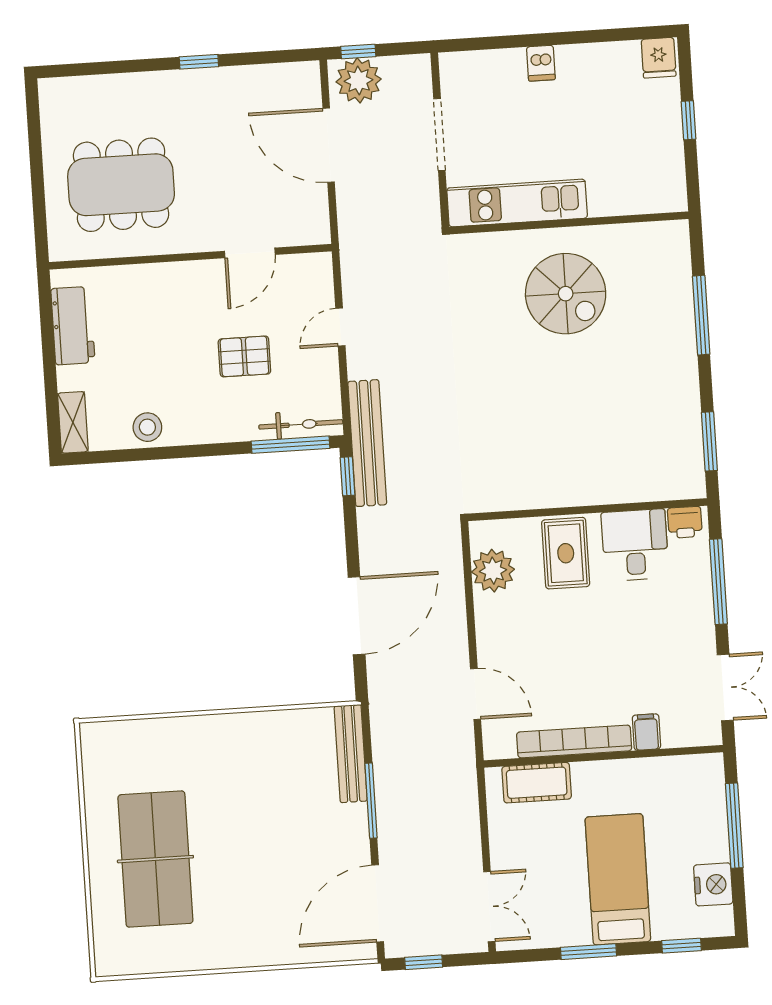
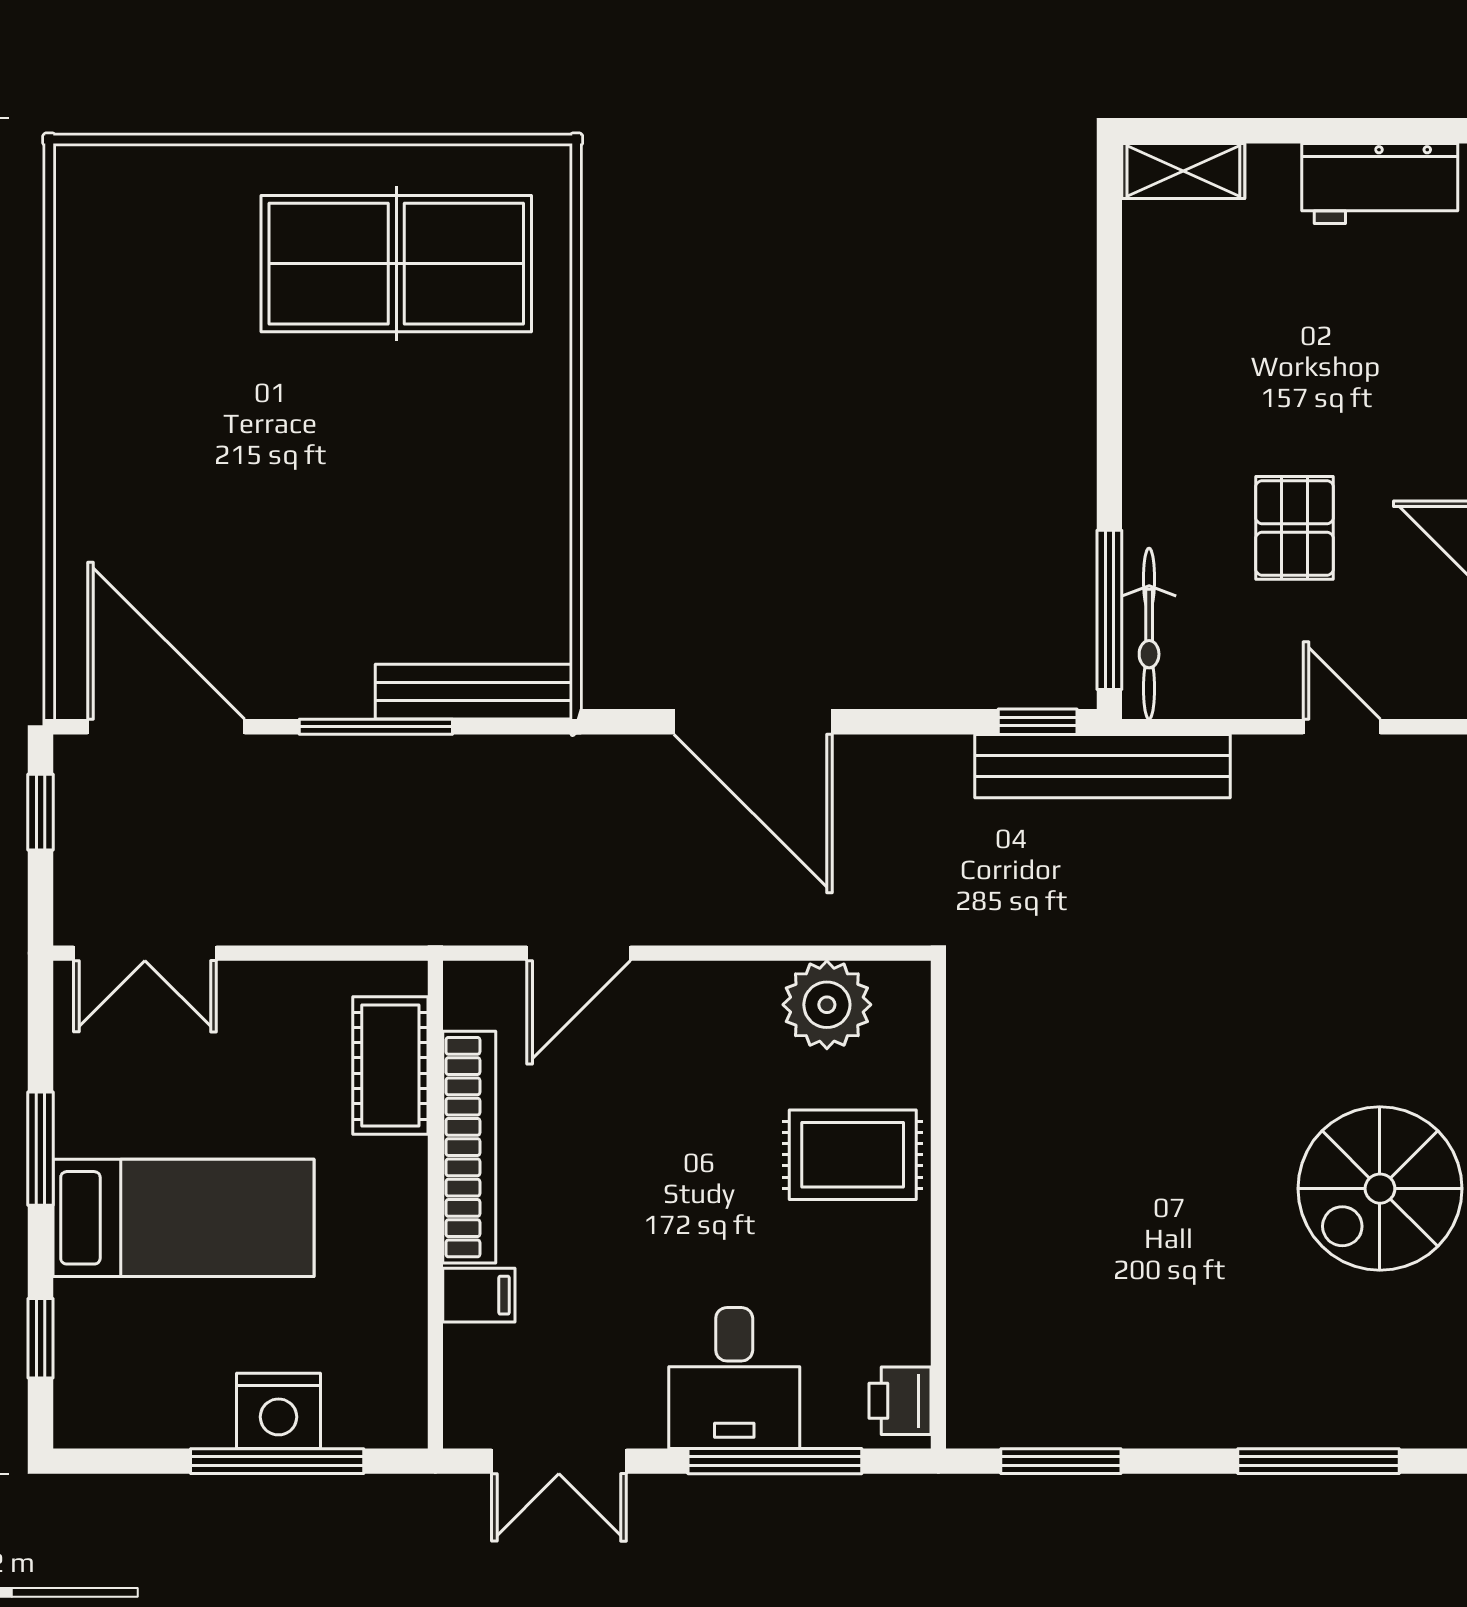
stool: (147, 427) -> (1164, 322), removed
desk: (635, 545) -> (734, 1378), moved, turned 90
table tennis table: (155, 859) -> (396, 264), moved
nightstand: (713, 884) -> (279, 1411), moved

